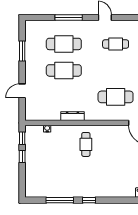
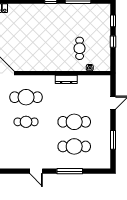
cafe table: (116, 44) -> (26, 122), moved
window: (22, 138) -> (113, 21), moved
cafe table: (86, 144) -> (80, 48), moved

